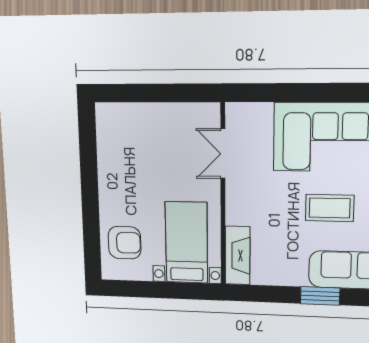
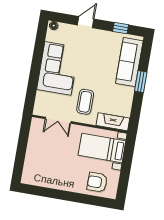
coffee table: (330, 208) -> (85, 102), moved
armchair: (125, 243) -> (97, 182), turned -90

